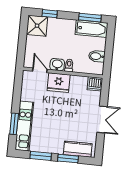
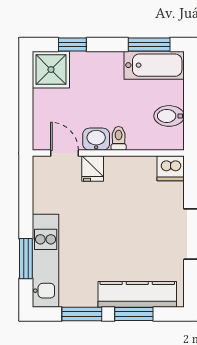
fridge: (59, 83) -> (93, 168), width x0.53, depth x0.75
kitchen counter: (78, 149) -> (137, 294), width x1.50

